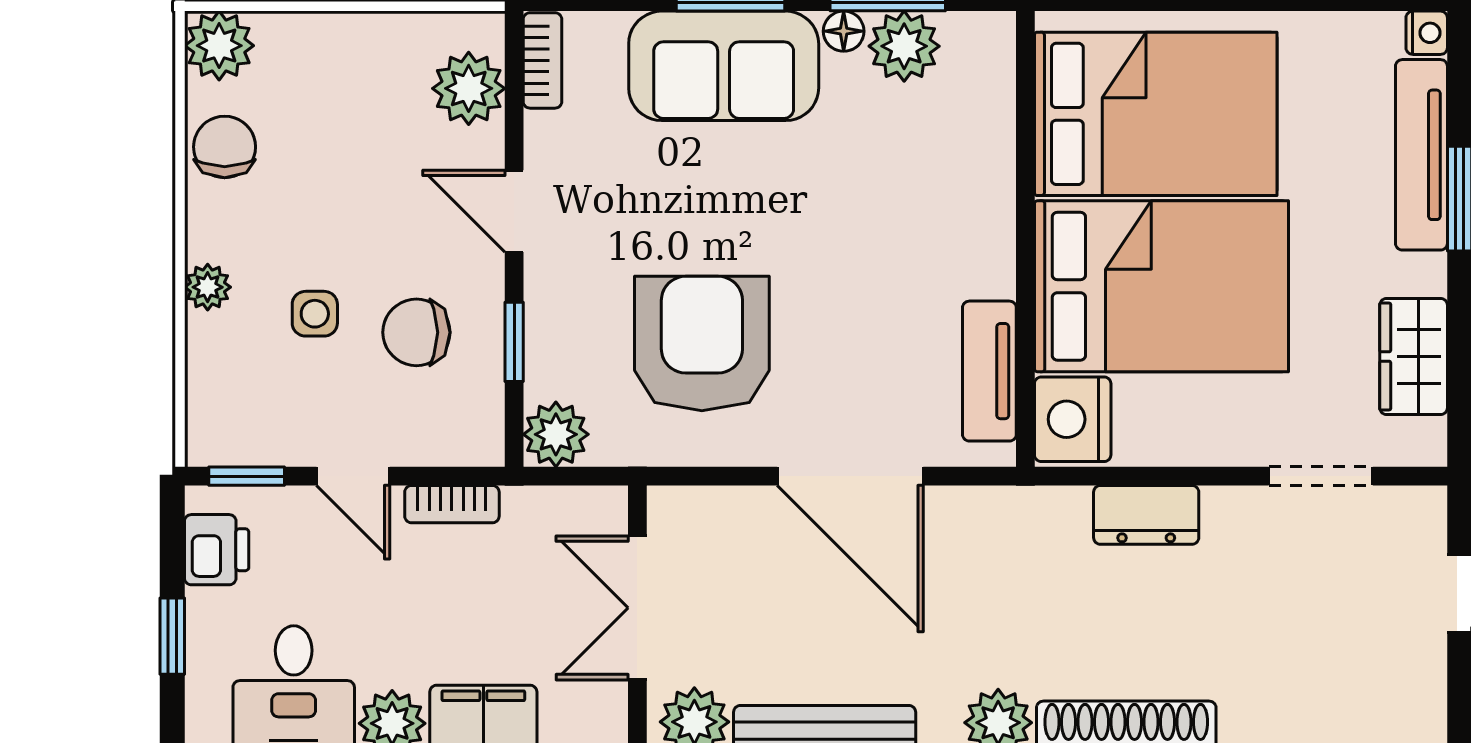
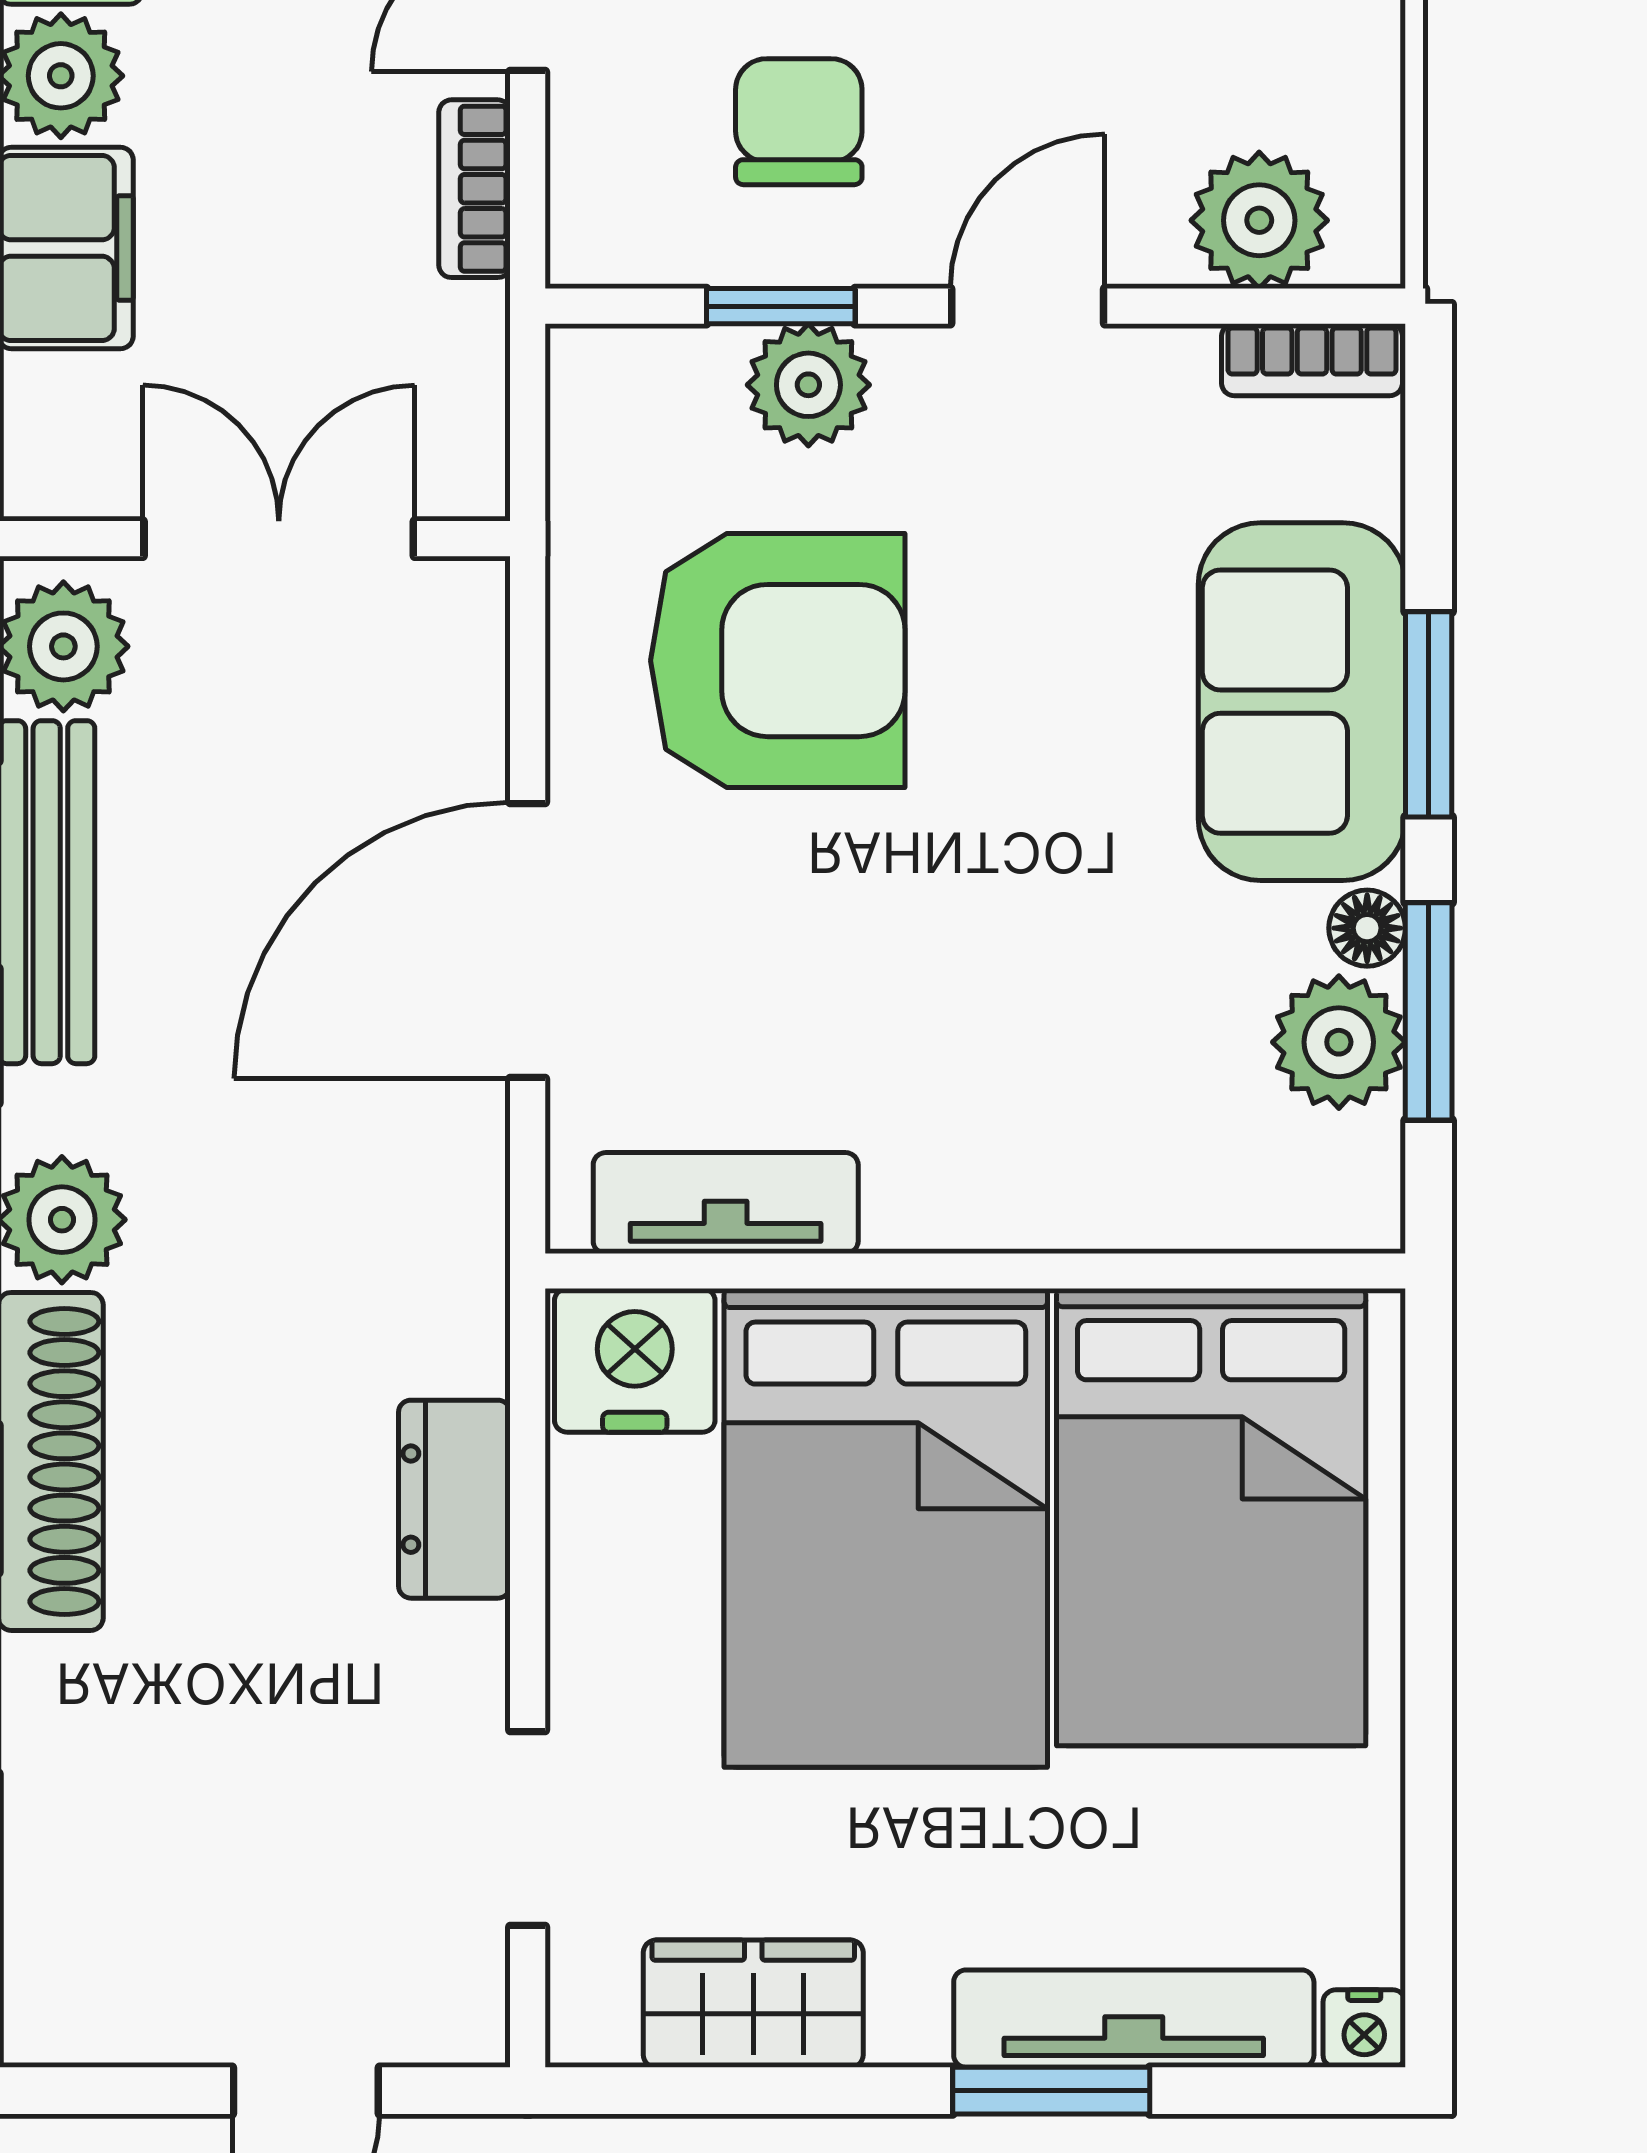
plant: (556, 434) -> (808, 385), moved

